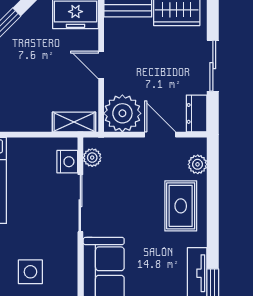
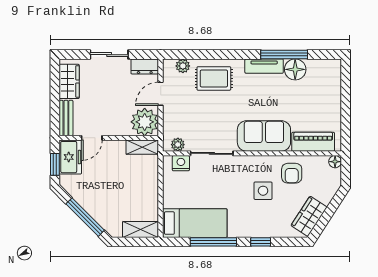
door: (101, 65) -> (92, 138), moved
shelving: (74, 122) -> (142, 147), moved, turned 90

